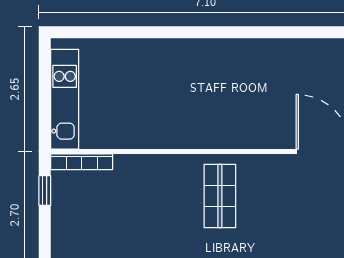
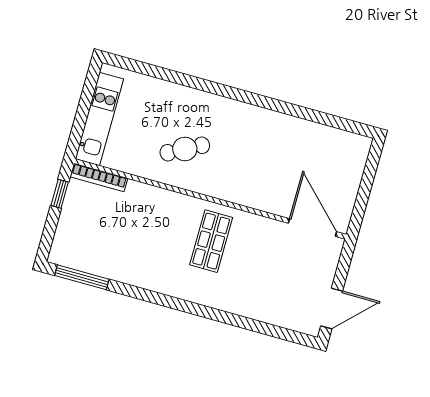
cafe table: (165, 106) -> (185, 149), added

